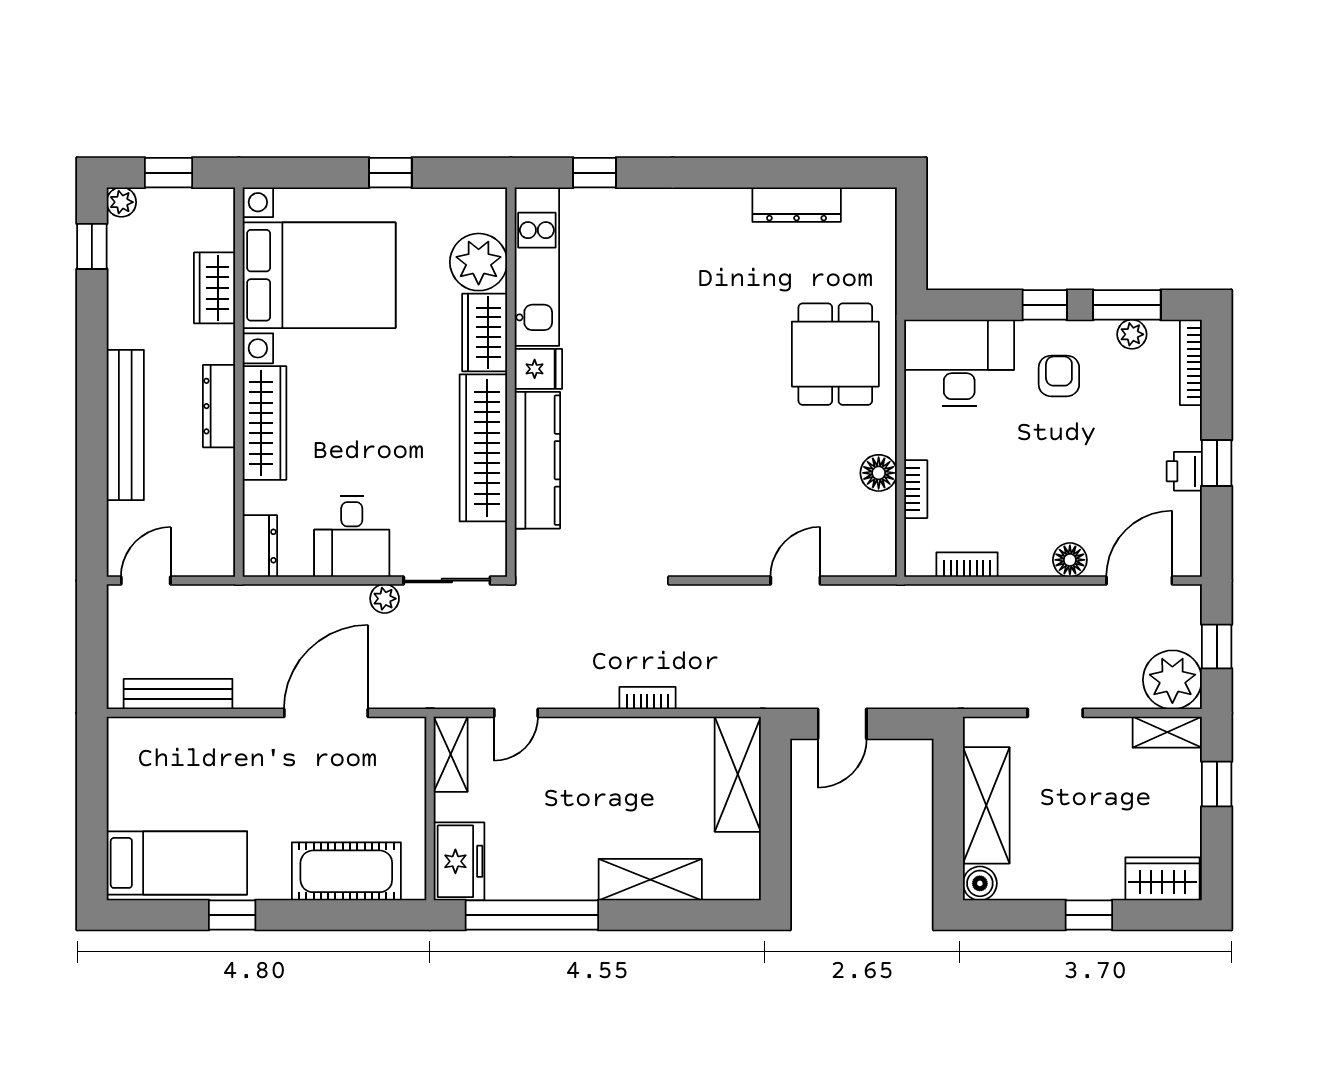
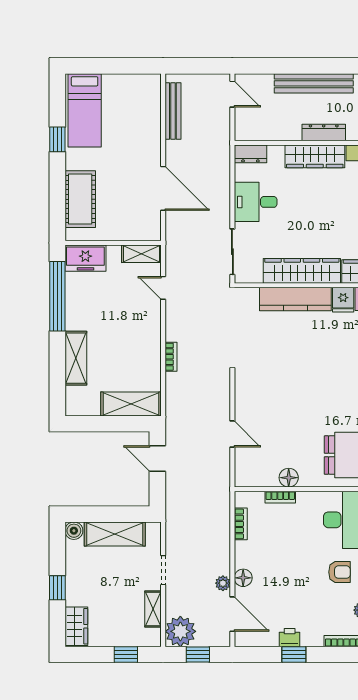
plant: (385, 599) -> (223, 583), moved
shelving: (1167, 732) -> (153, 609), moved

